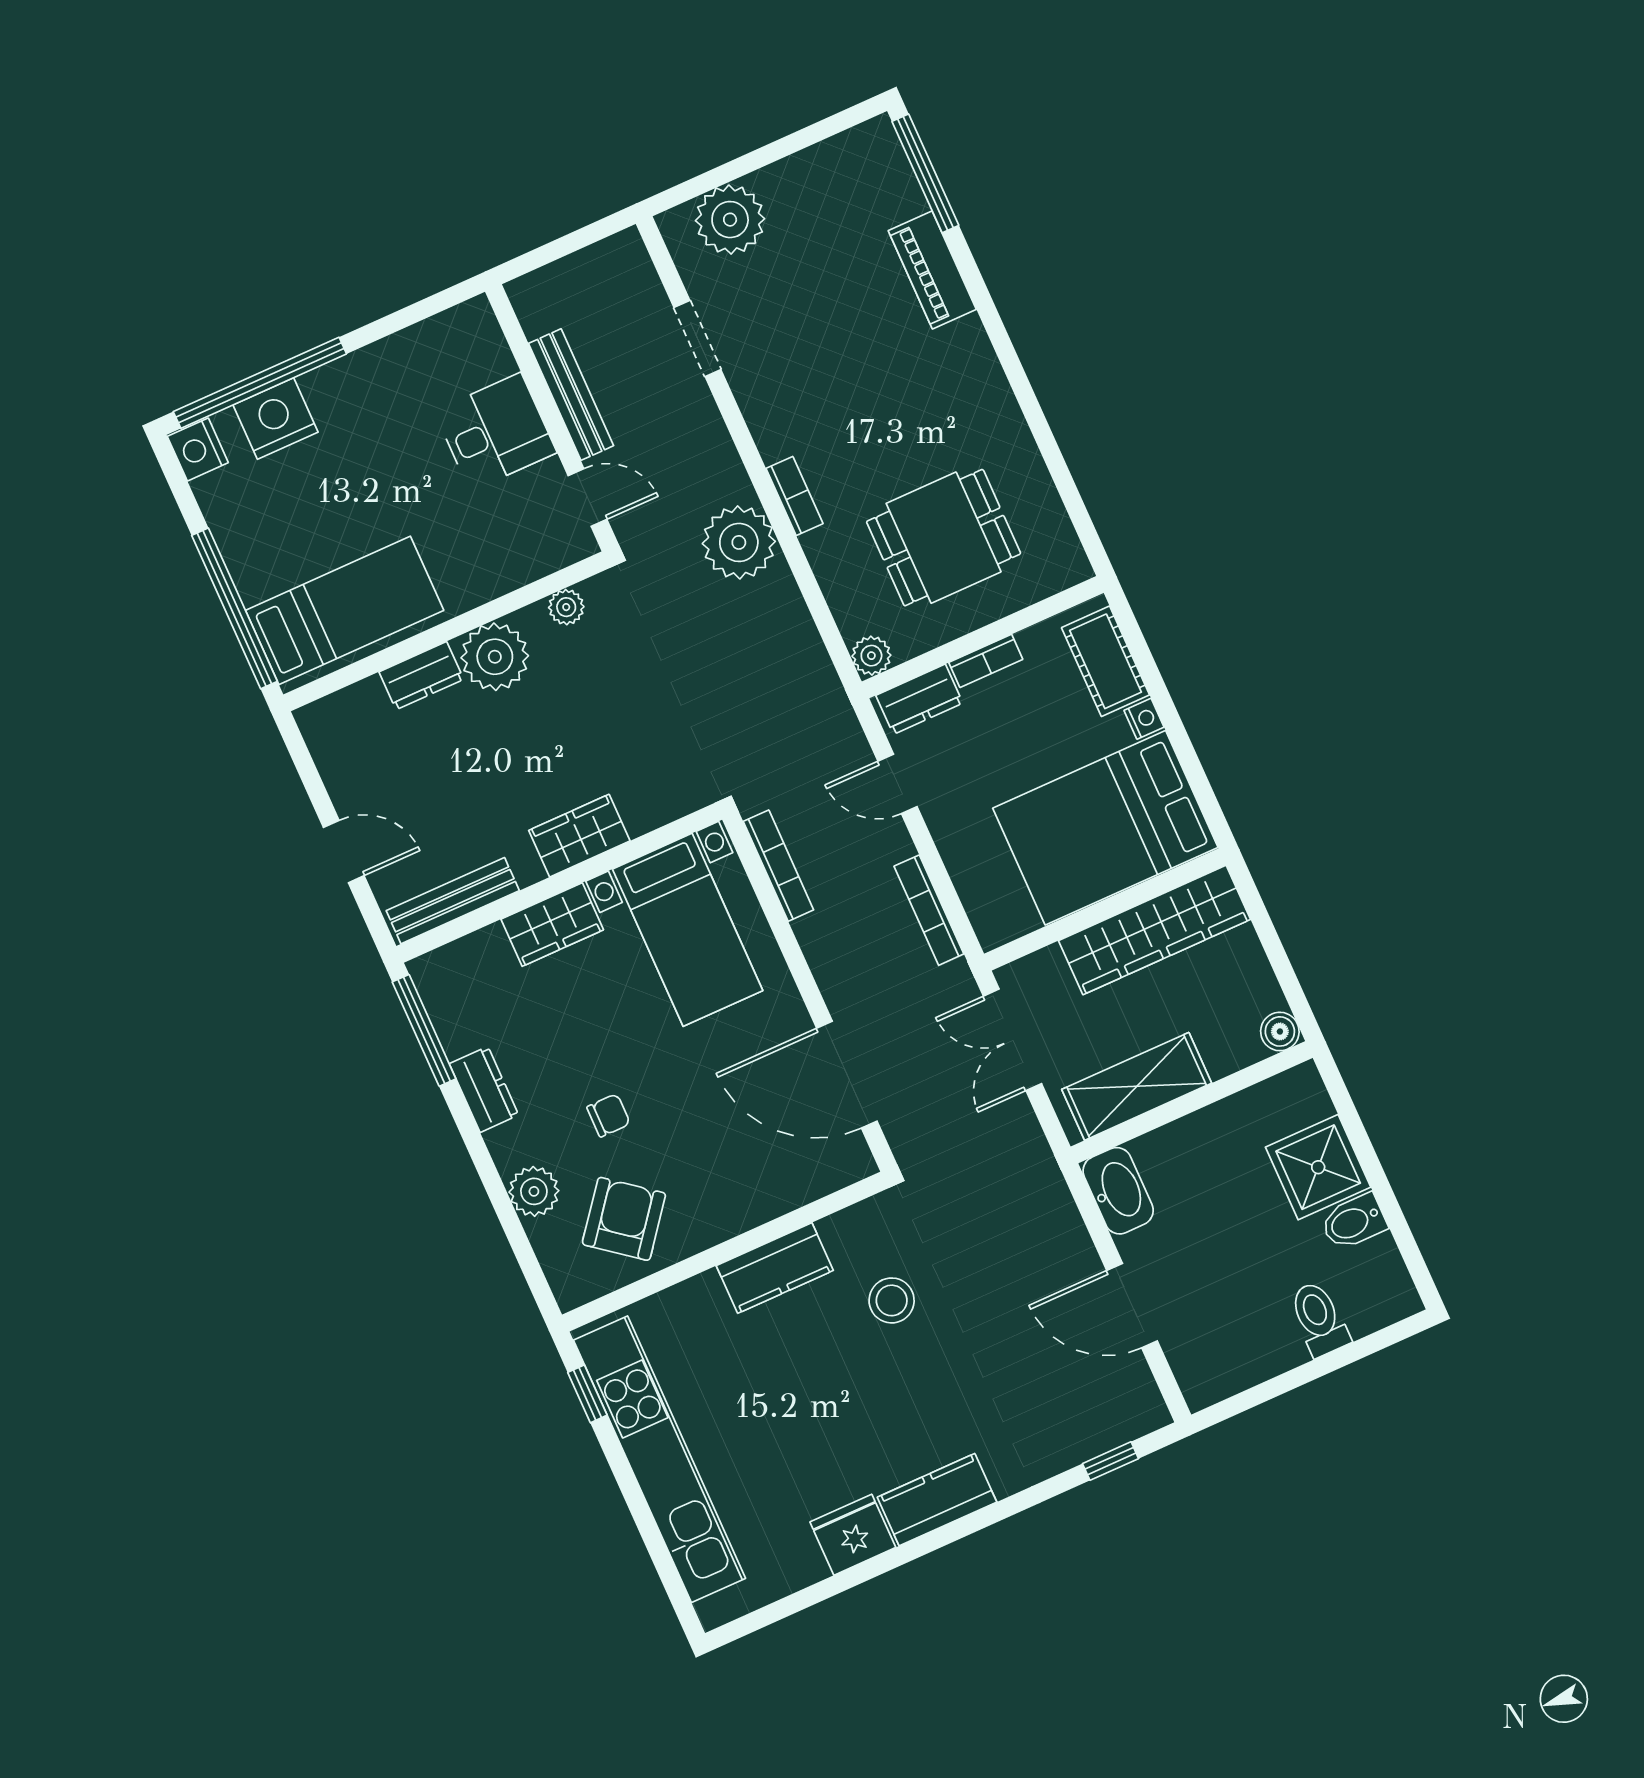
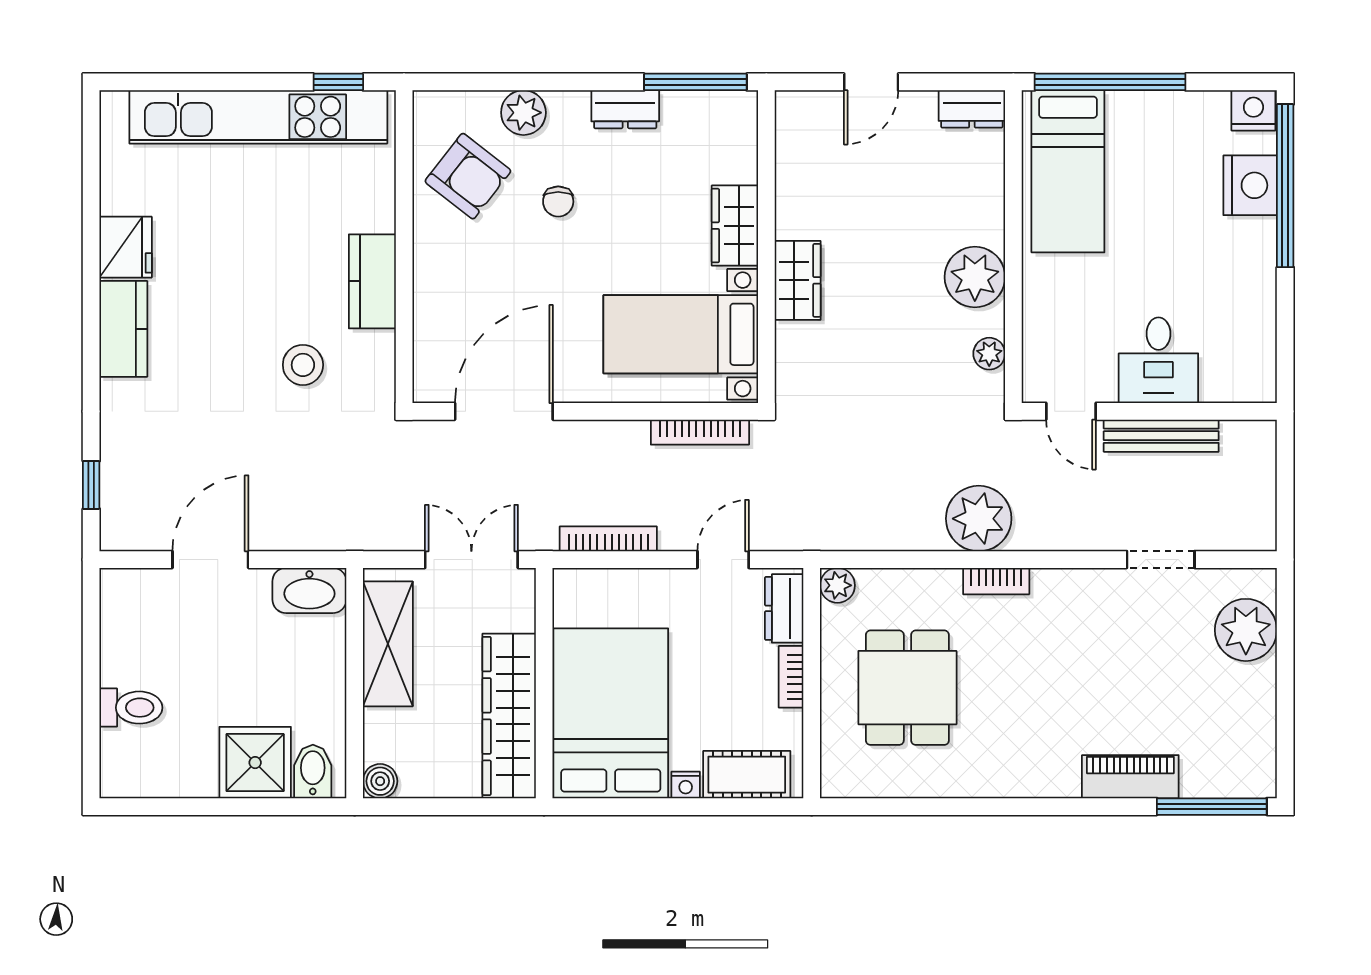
door: (588, 498) -> (1071, 411), hinge flipped
dresser: (421, 676) -> (972, 109), moved, turned -90
bench: (453, 901) -> (791, 153), removed
bidet: (1354, 1222) -> (313, 772), moved

